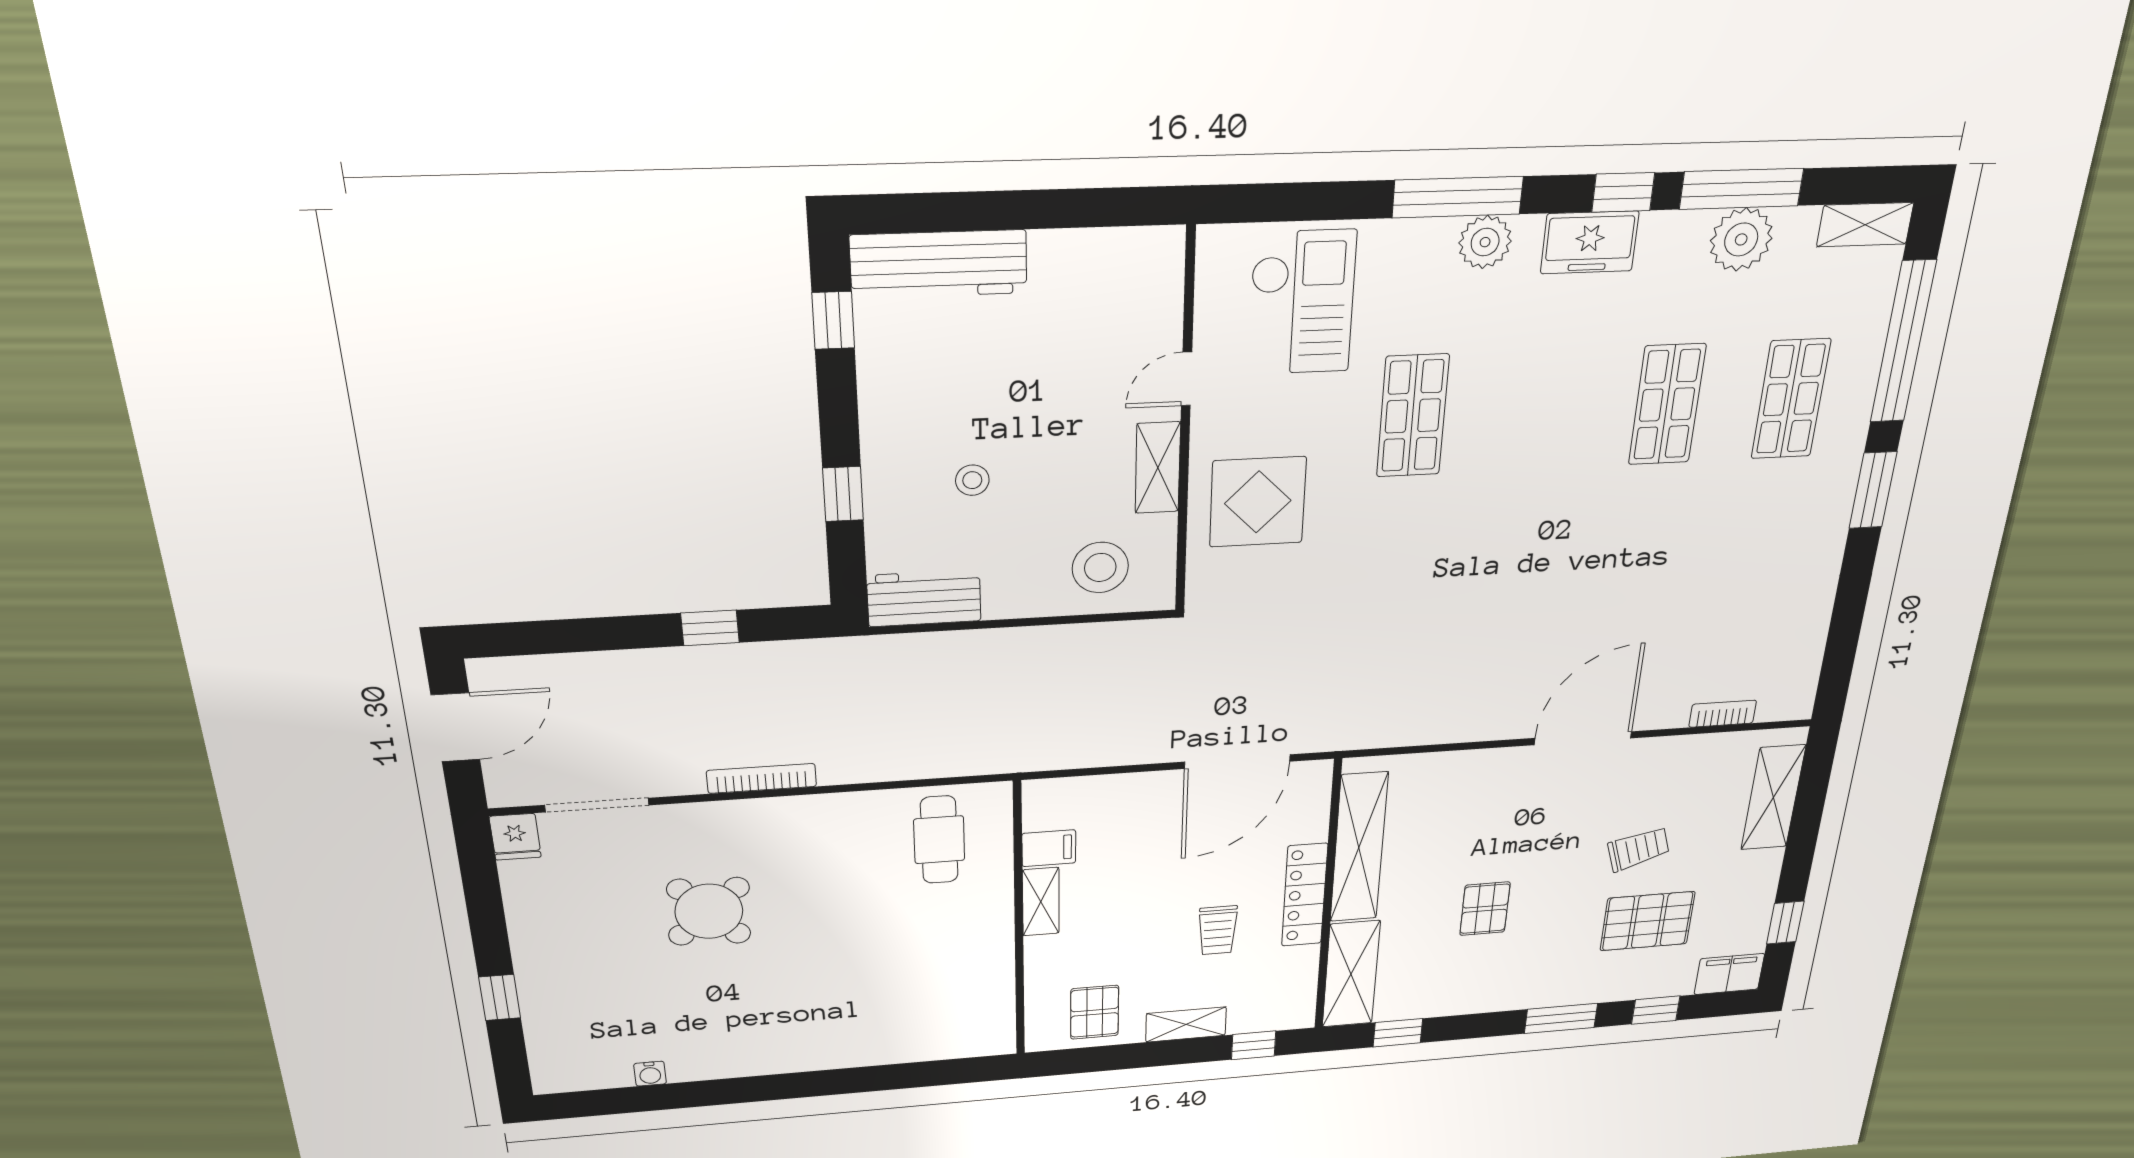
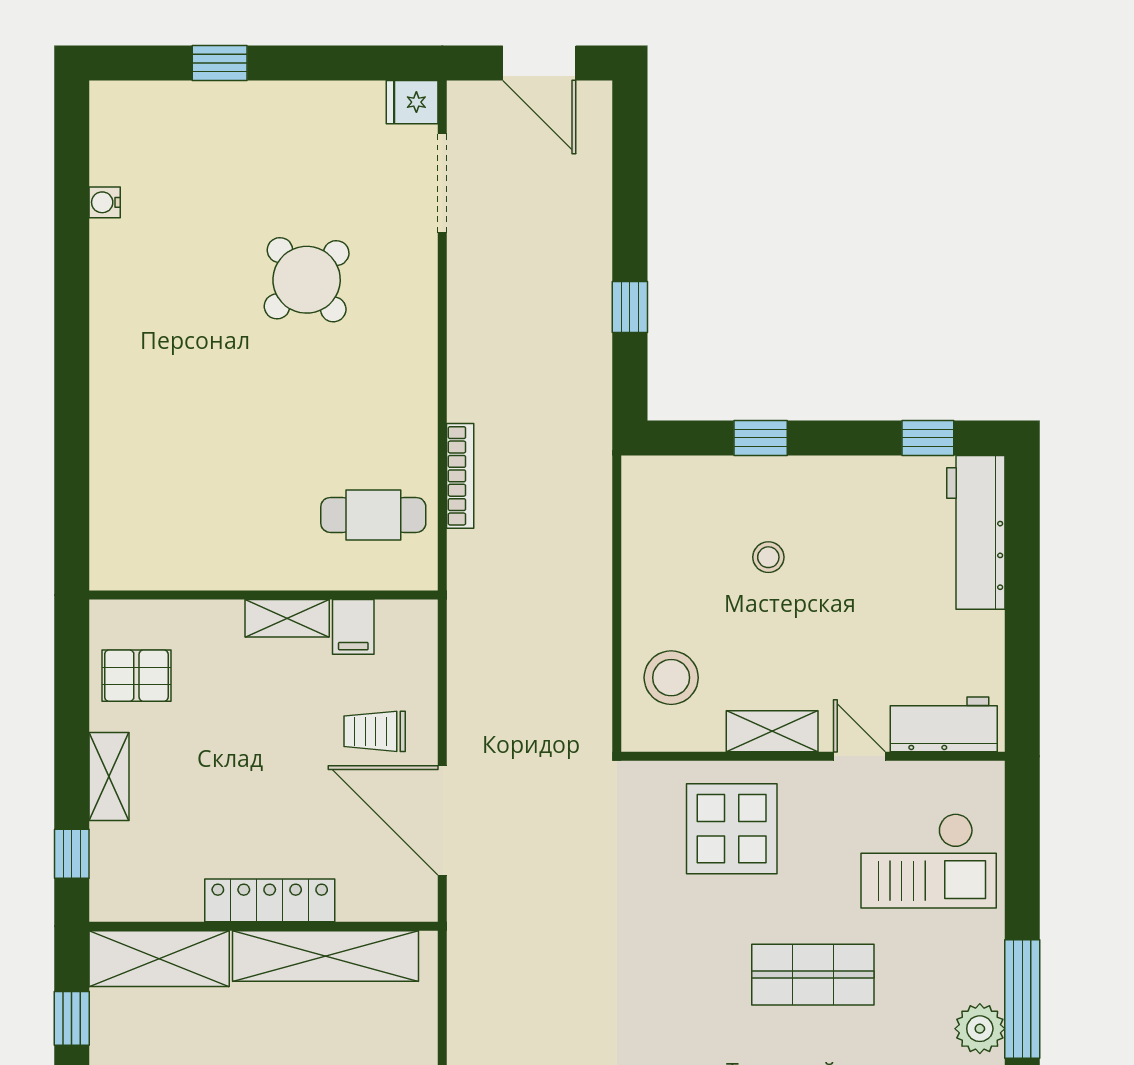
workbench: (924, 598) -> (944, 724), moved, turned -90
bookcase: (762, 778) -> (460, 476), moved
trolley: (1218, 930) -> (375, 731), moved

